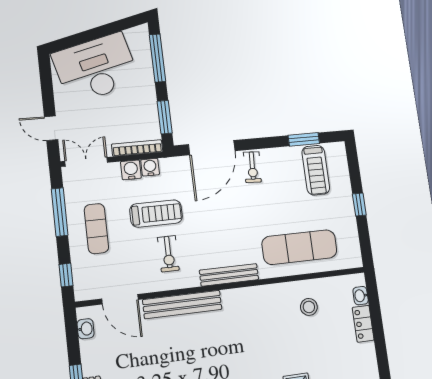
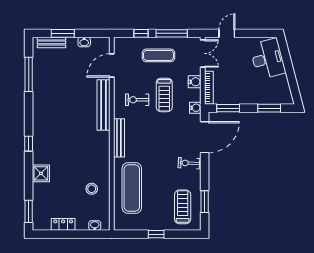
window: (158, 58) -> (269, 108), width x0.69
desk: (96, 68) -> (268, 59), width x0.73, depth x0.77
door: (212, 148) -> (205, 137), swing flipped
water cooler: (150, 167) -> (195, 108), moved
treadmill: (316, 170) -> (183, 207), turned 90
window: (66, 275) -> (141, 33), moved
locker: (363, 324) -> (63, 224), moved
washbasin: (86, 329) -> (84, 42), moved

